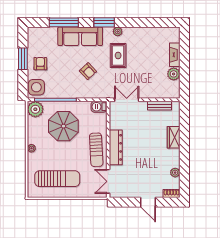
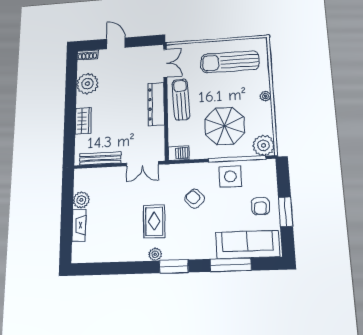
sofa: (80, 36) -> (248, 244), moved
side table: (36, 87) -> (230, 176), moved
bench: (159, 106) -> (100, 158), width x1.36
plant: (175, 173) -> (87, 84), width x1.88, depth x1.88

